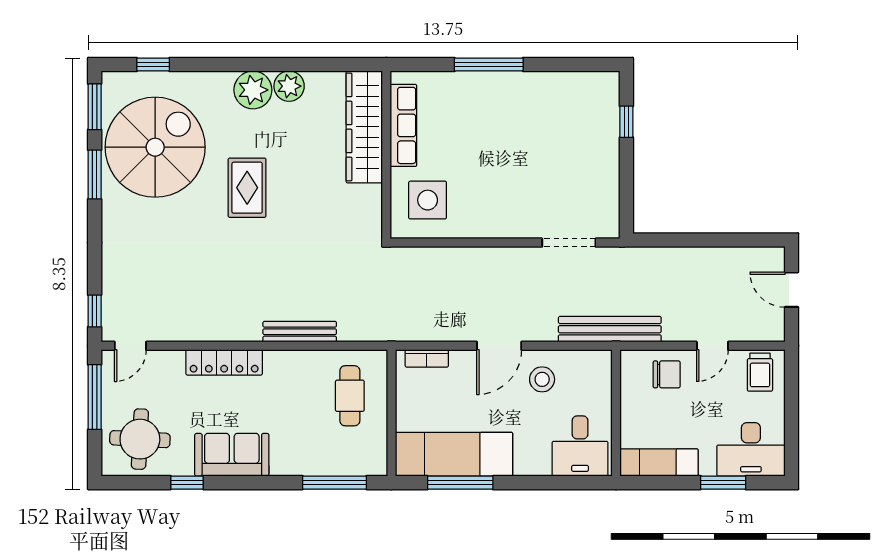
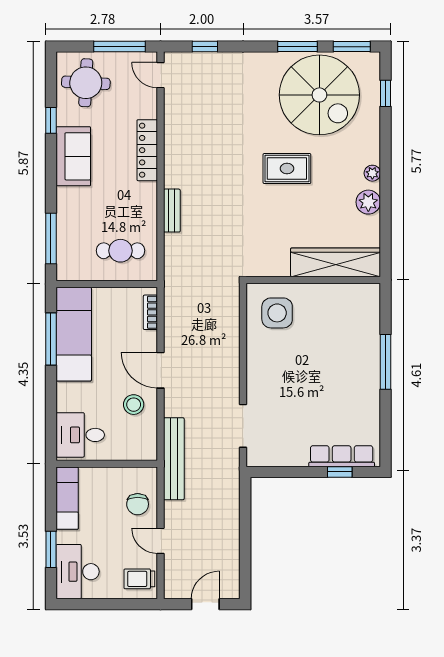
plant: (253, 90) -> (372, 173), width x0.53, depth x0.53
row of seats: (403, 125) -> (342, 456), moved, turned 180
window: (95, 311) -> (205, 47), moved
bench: (300, 332) -> (172, 211), width x0.73

